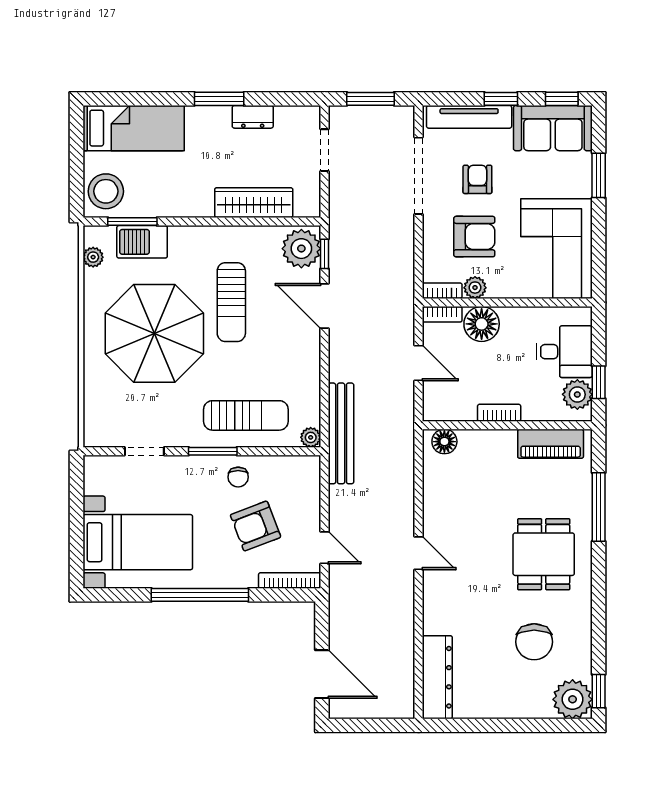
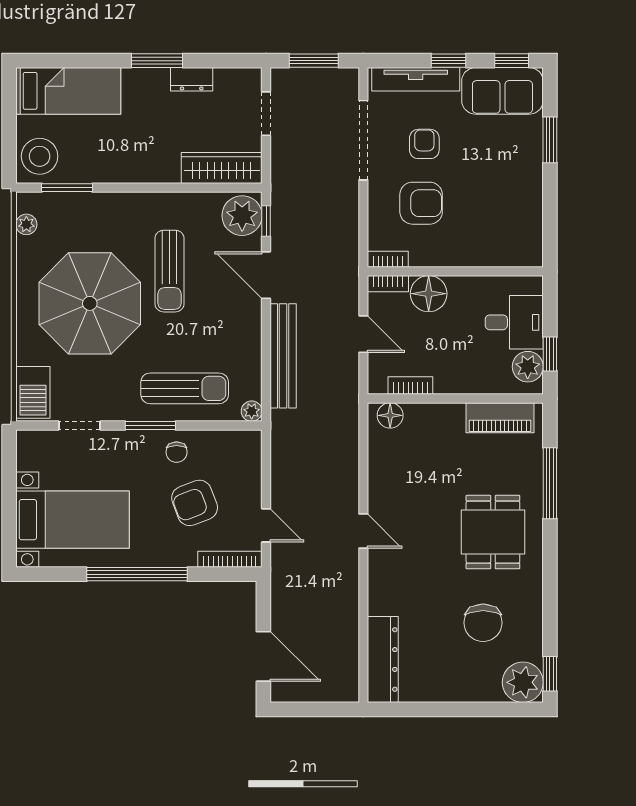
wardrobe: (254, 203) -> (222, 168), moved
barbecue: (142, 242) -> (33, 392), moved, turned -90
corner sofa: (556, 249) -> (506, 216), removed
plant: (475, 288) -> (422, 256), removed
bookcase: (499, 413) -> (410, 386), moved
bench: (341, 433) -> (283, 356), moved

